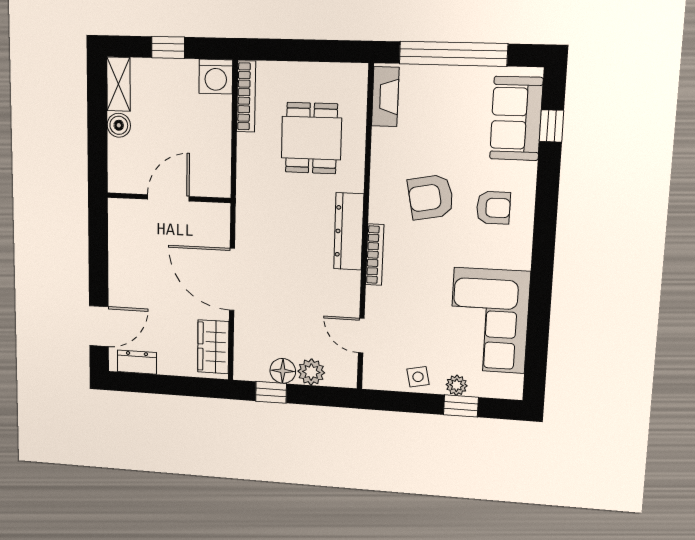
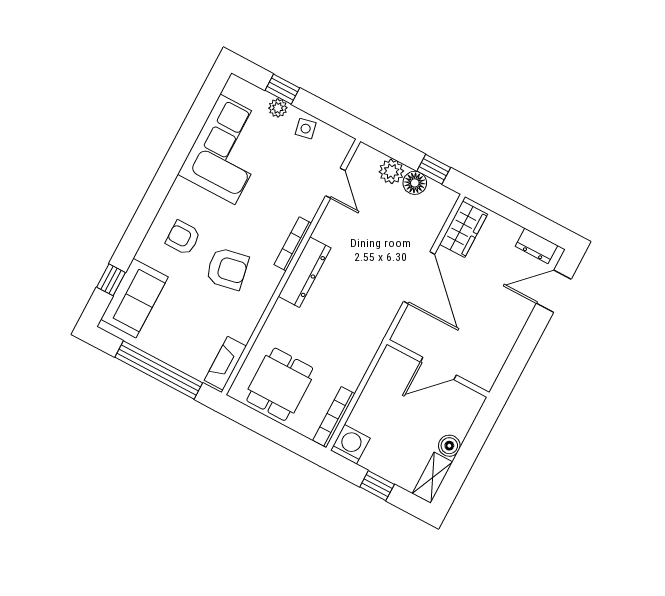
dining table: (311, 138) -> (280, 384), moved

